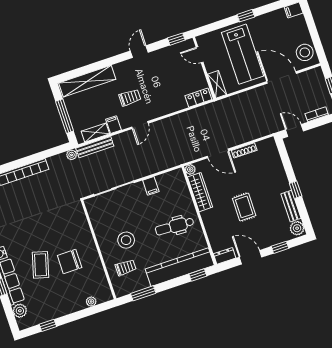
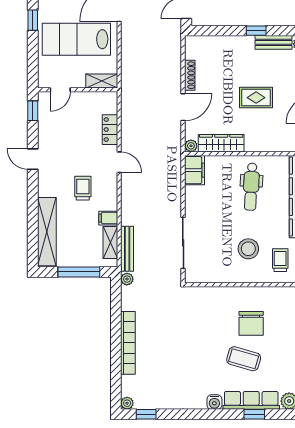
lab bench: (243, 54) -> (76, 39), turned 180
locker: (198, 98) -> (110, 130), moved
door: (140, 125) -> (119, 162), moved
filing cabinet: (151, 186) -> (195, 170), moved, width x2.00

